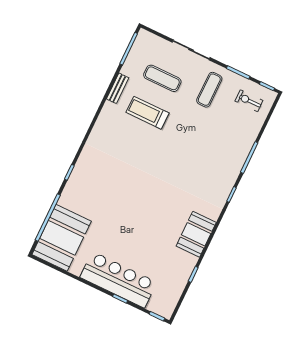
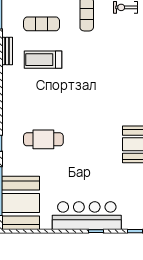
cafe table: (112, 188) -> (43, 139), added

